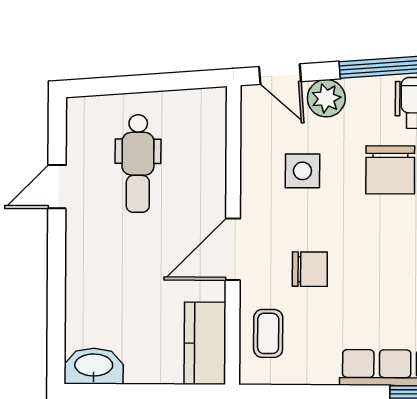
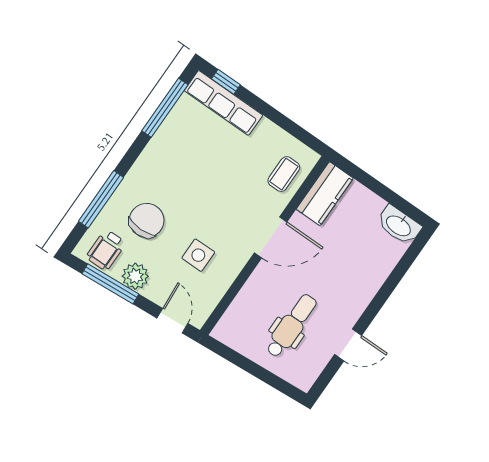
plant: (326, 98) -> (135, 276), moved
chair: (310, 269) -> (234, 195), removed

